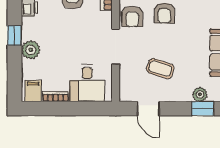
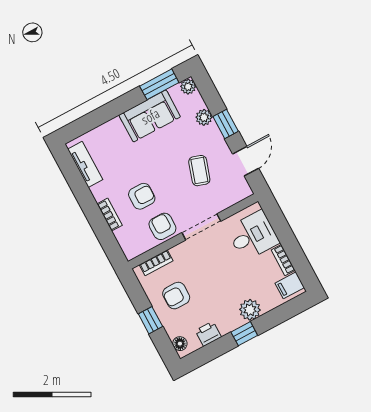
armchair: (132, 17) -> (162, 226), turned -90
window: (203, 109) -> (226, 124), moved

